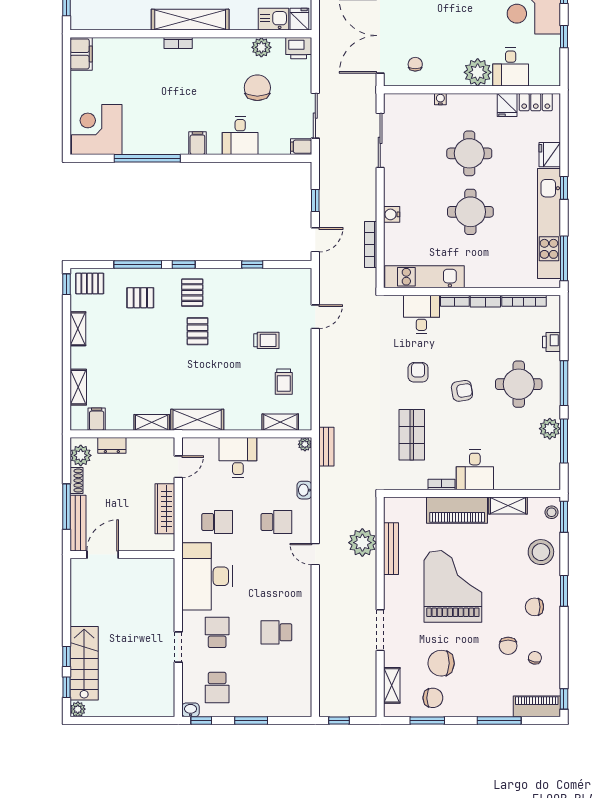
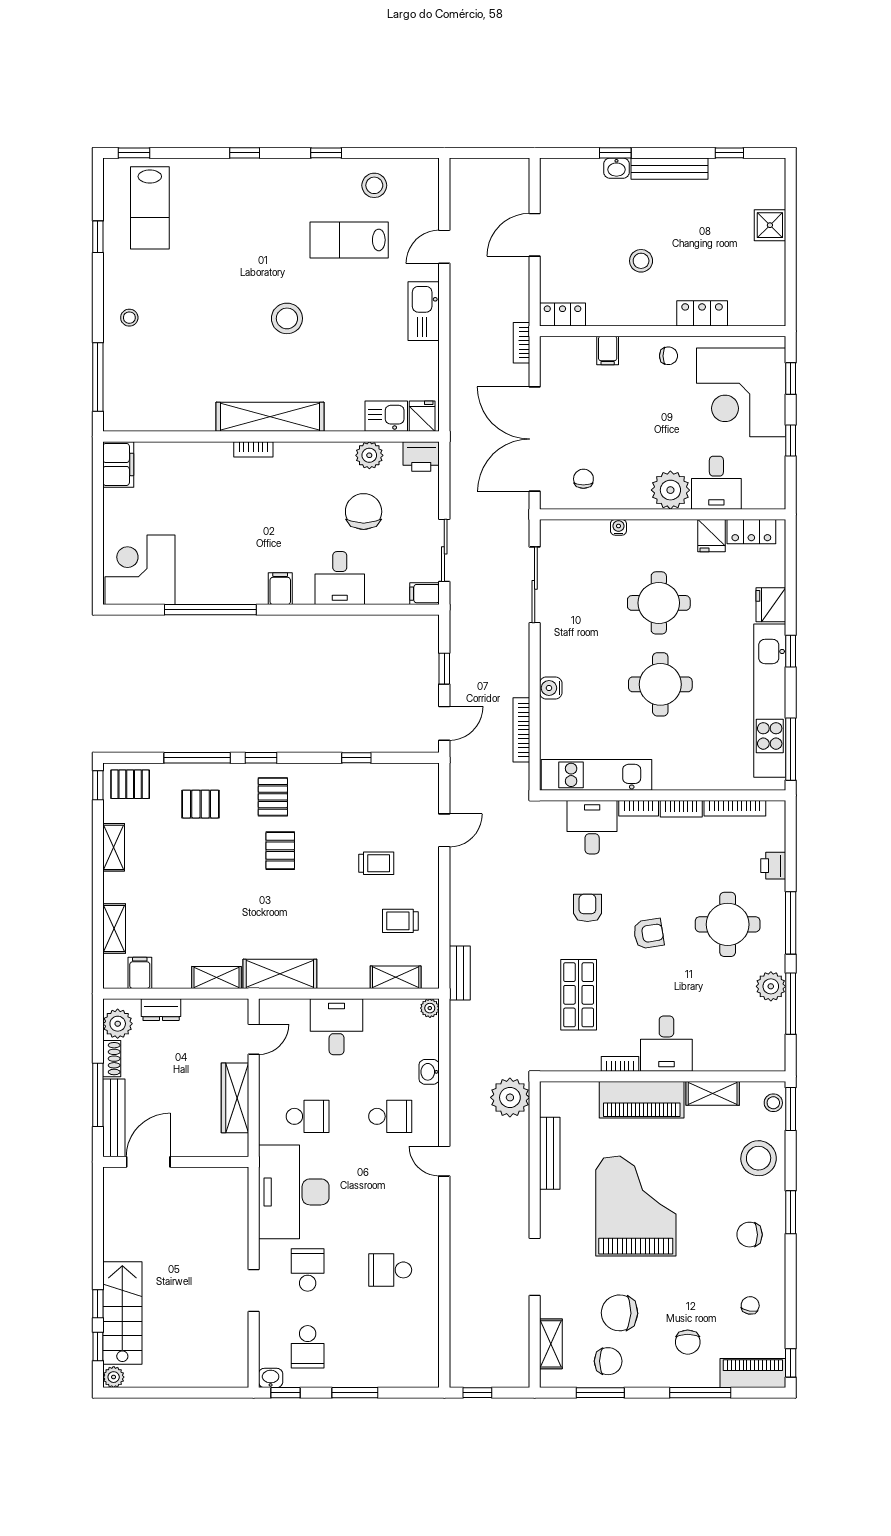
trolley: (284, 382) -> (400, 921), turned 90
bench: (326, 447) -> (460, 973), moved
plant: (362, 543) -> (510, 1097), moved
chair: (508, 646) -> (688, 1342), moved

